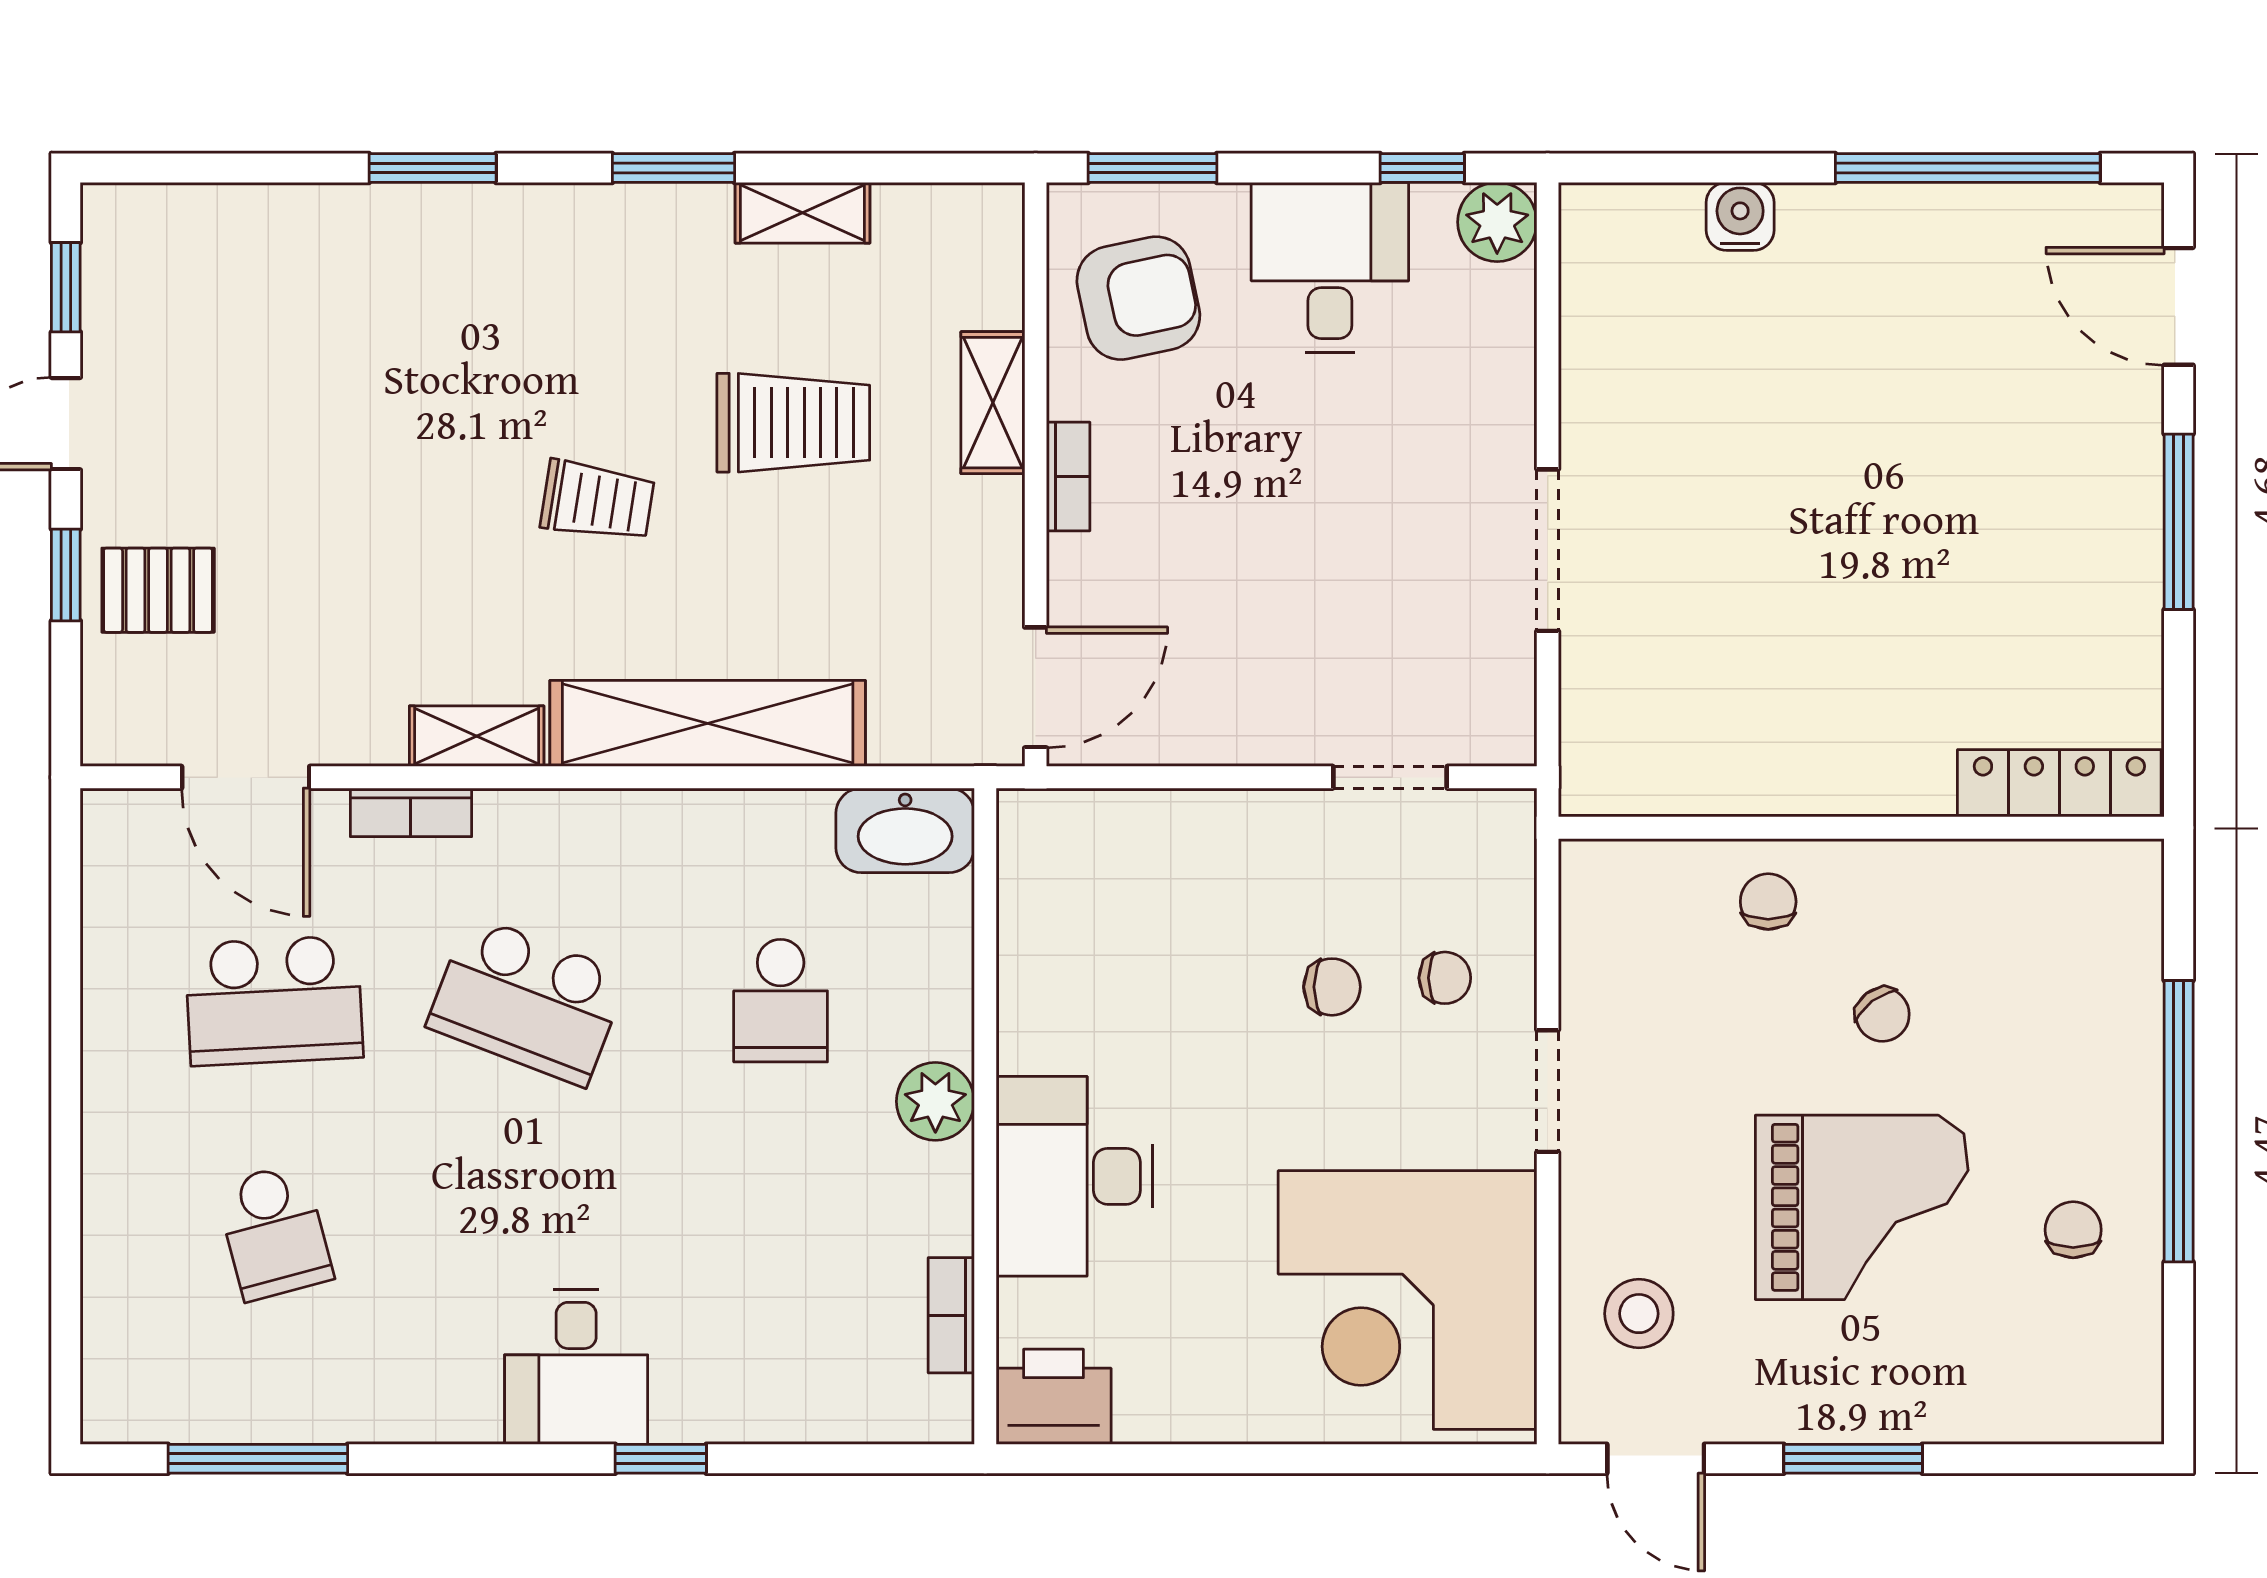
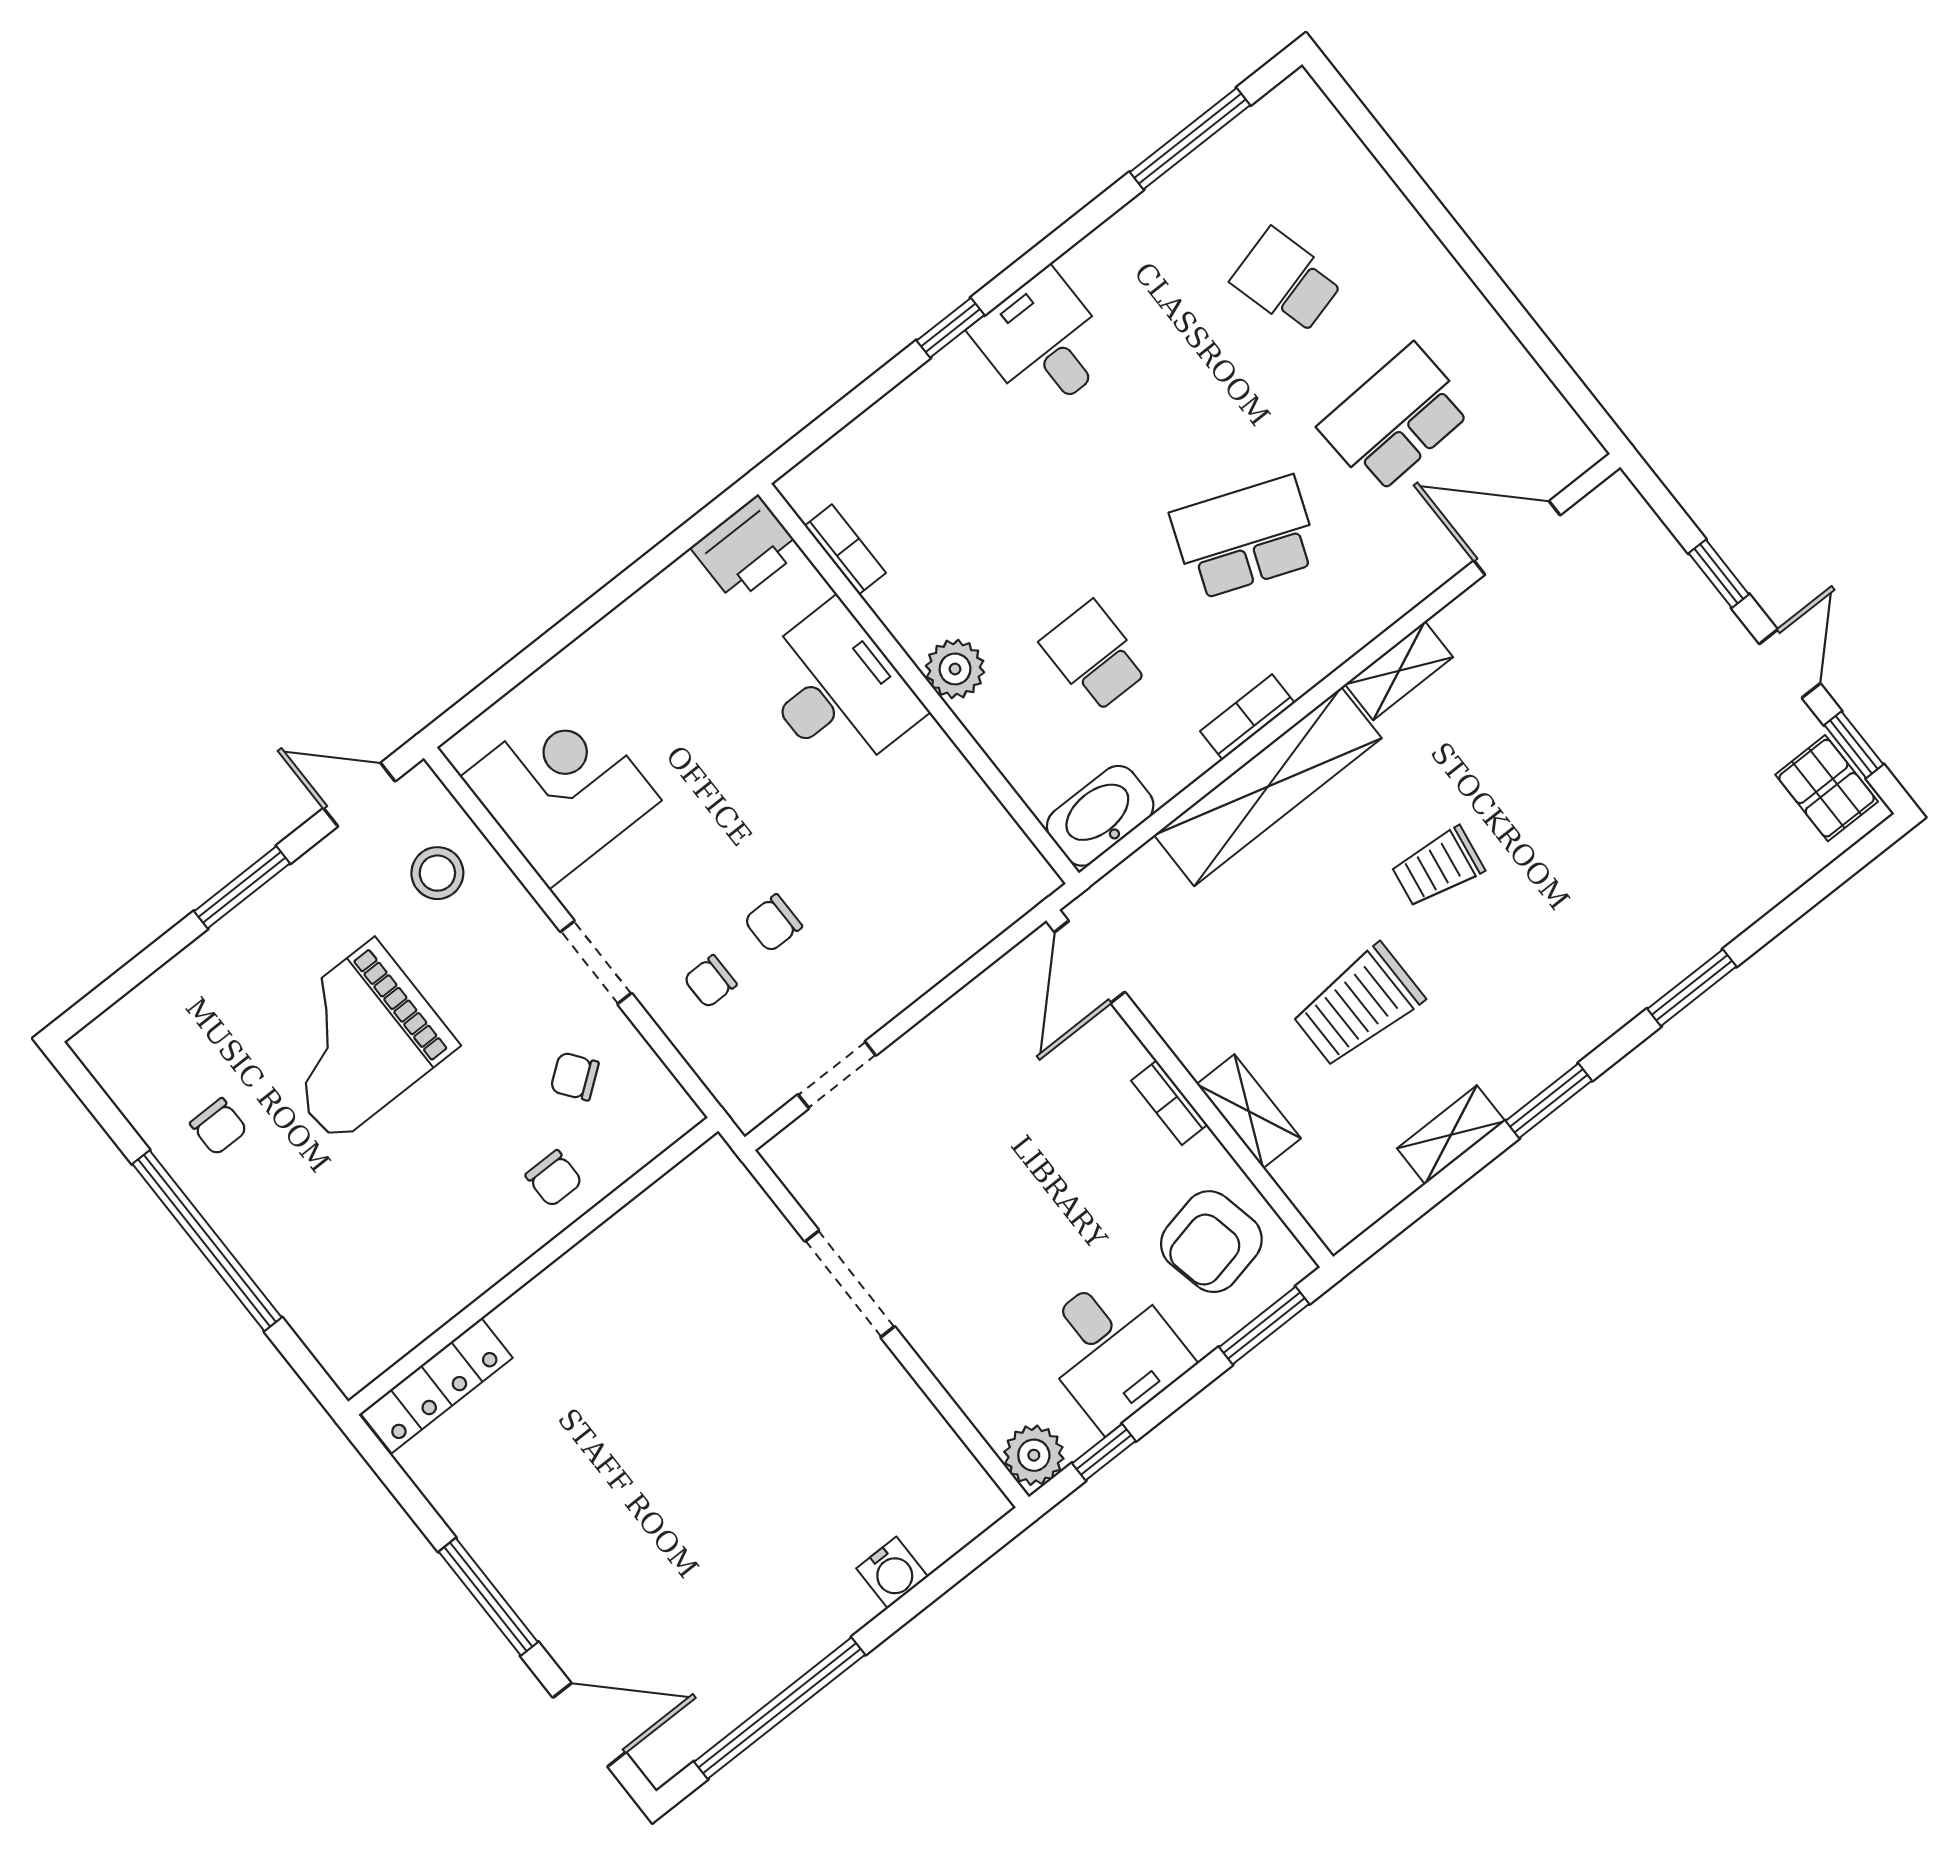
pallet: (158, 590) -> (1827, 788), moved, turned 90
bookcase: (411, 812) -> (1247, 717), moved
chair: (1883, 1015) -> (575, 1076), moved
corner desk: (1408, 1300) -> (561, 789), width x0.74, depth x0.74

